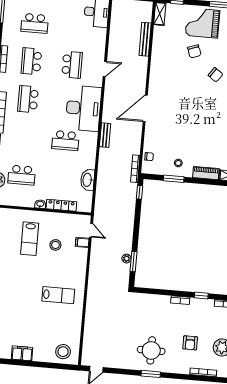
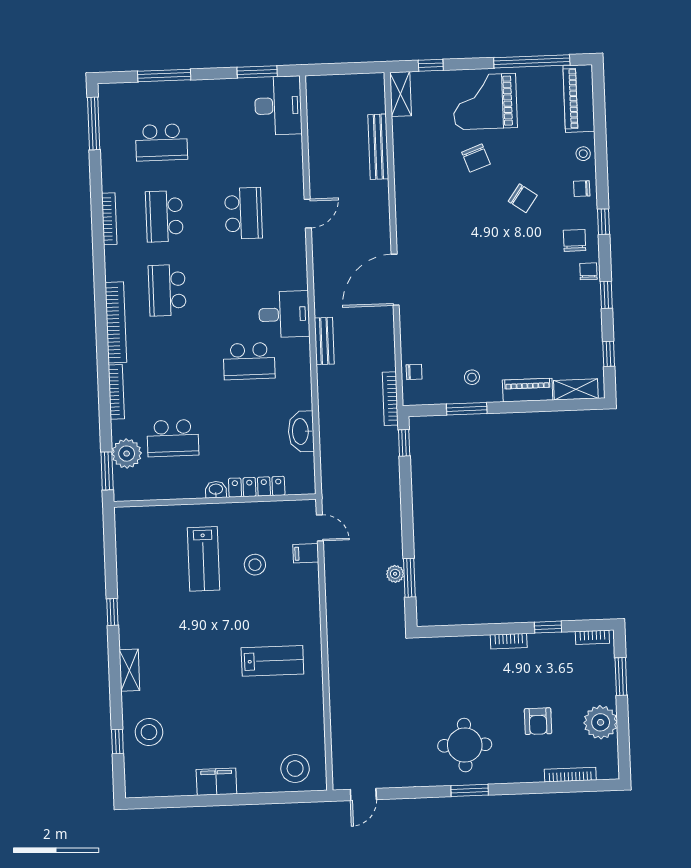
desk: (83, 108) -> (284, 314), width x0.53, depth x0.77

